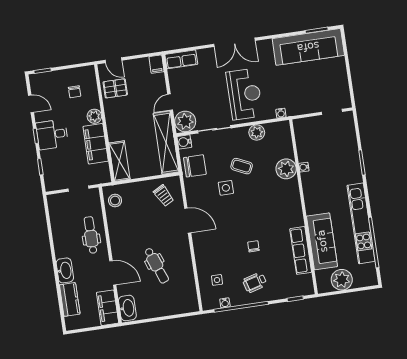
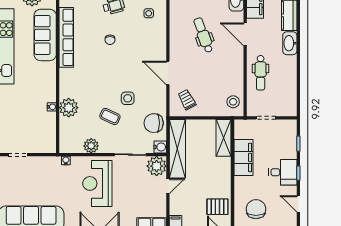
chair: (75, 92) -> (256, 209), width x1.87, depth x1.87
plant: (94, 116) -> (241, 183), removed
row of seats: (301, 250) -> (66, 37), width x1.36

